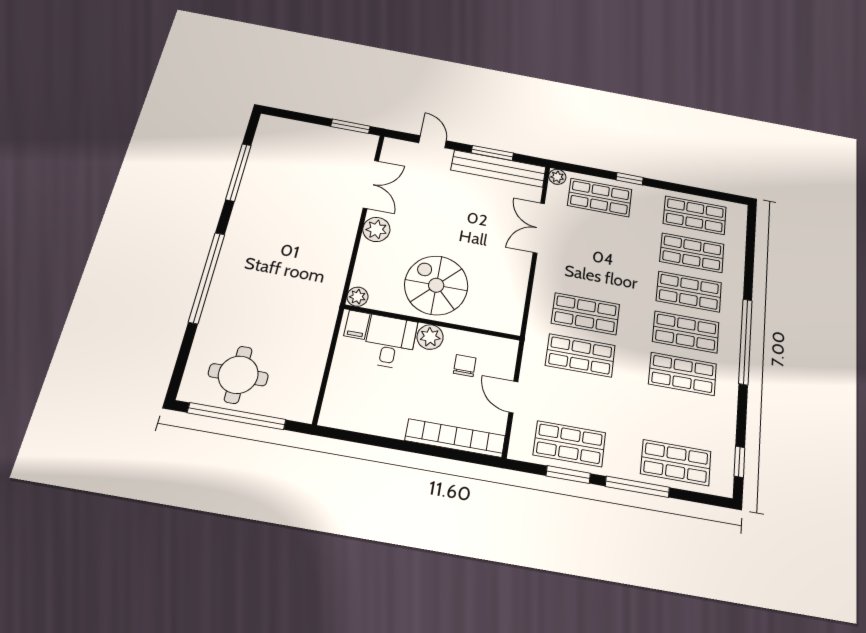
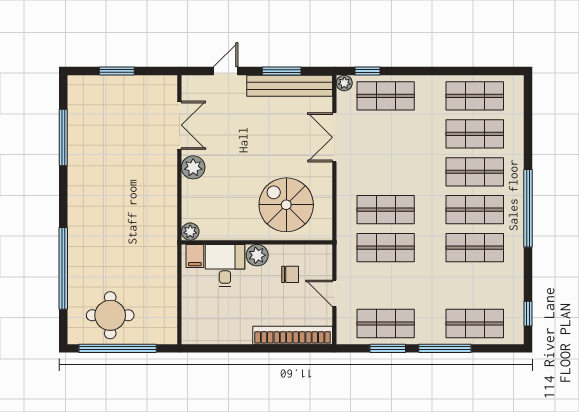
window: (351, 126) -> (117, 71), moved
door: (433, 142) -> (226, 71), hinge flipped
window: (630, 179) -> (367, 71), moved
window: (207, 278) -> (63, 268), moved
spiral stairs: (436, 285) -> (286, 205), moved
chair: (465, 366) -> (290, 274), turned 90

